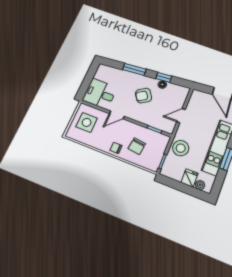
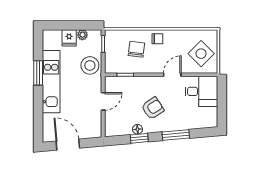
side table: (87, 122) -> (201, 54), turned 45
plant: (200, 185) -> (82, 35), moved

